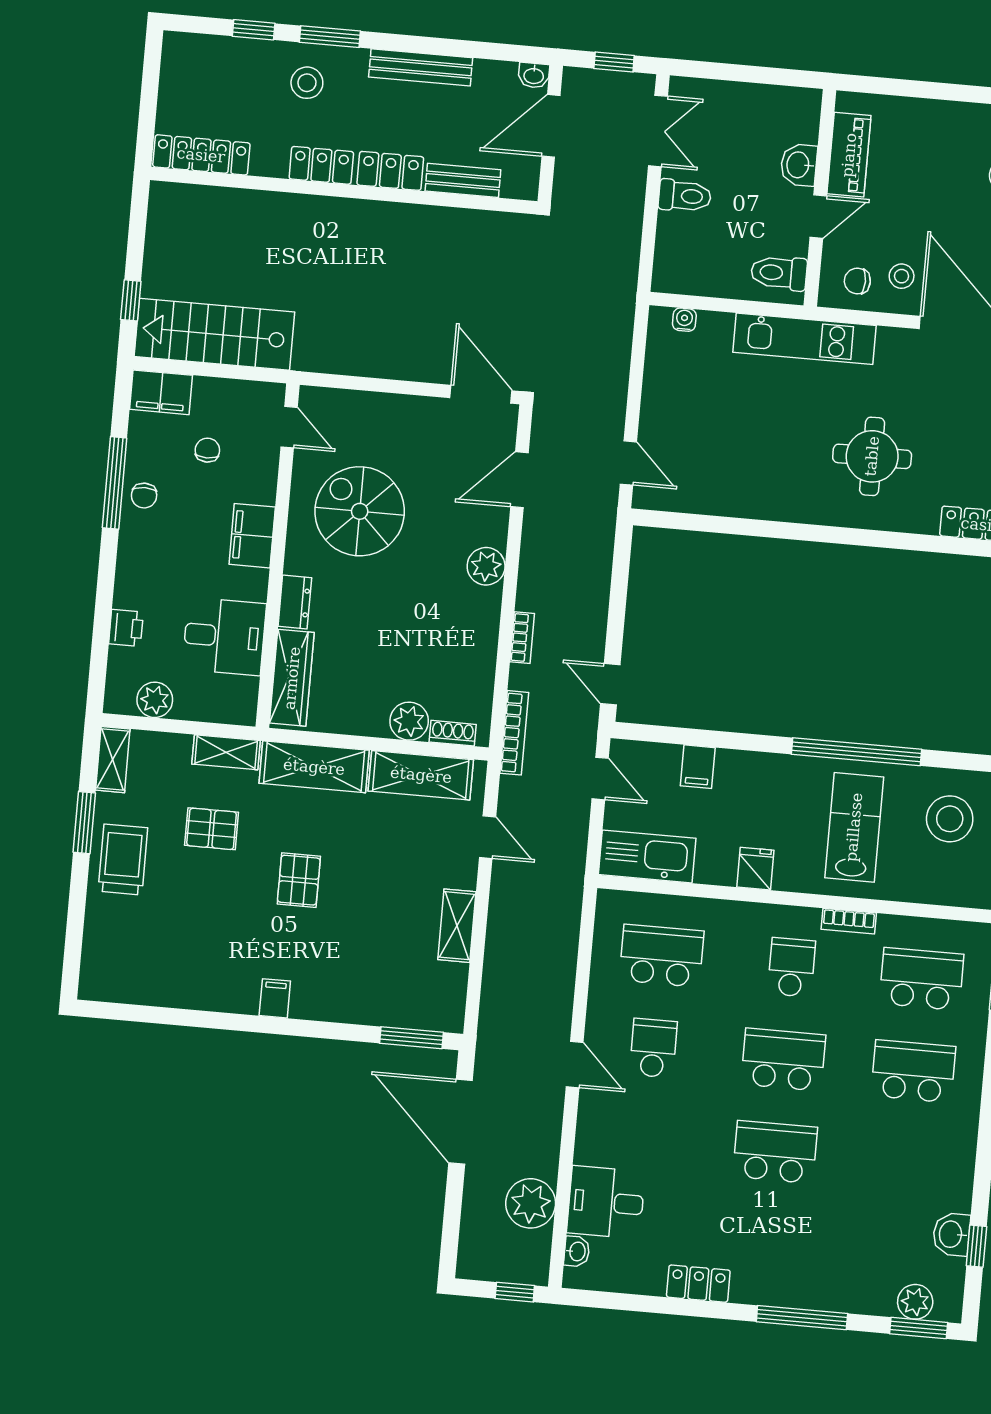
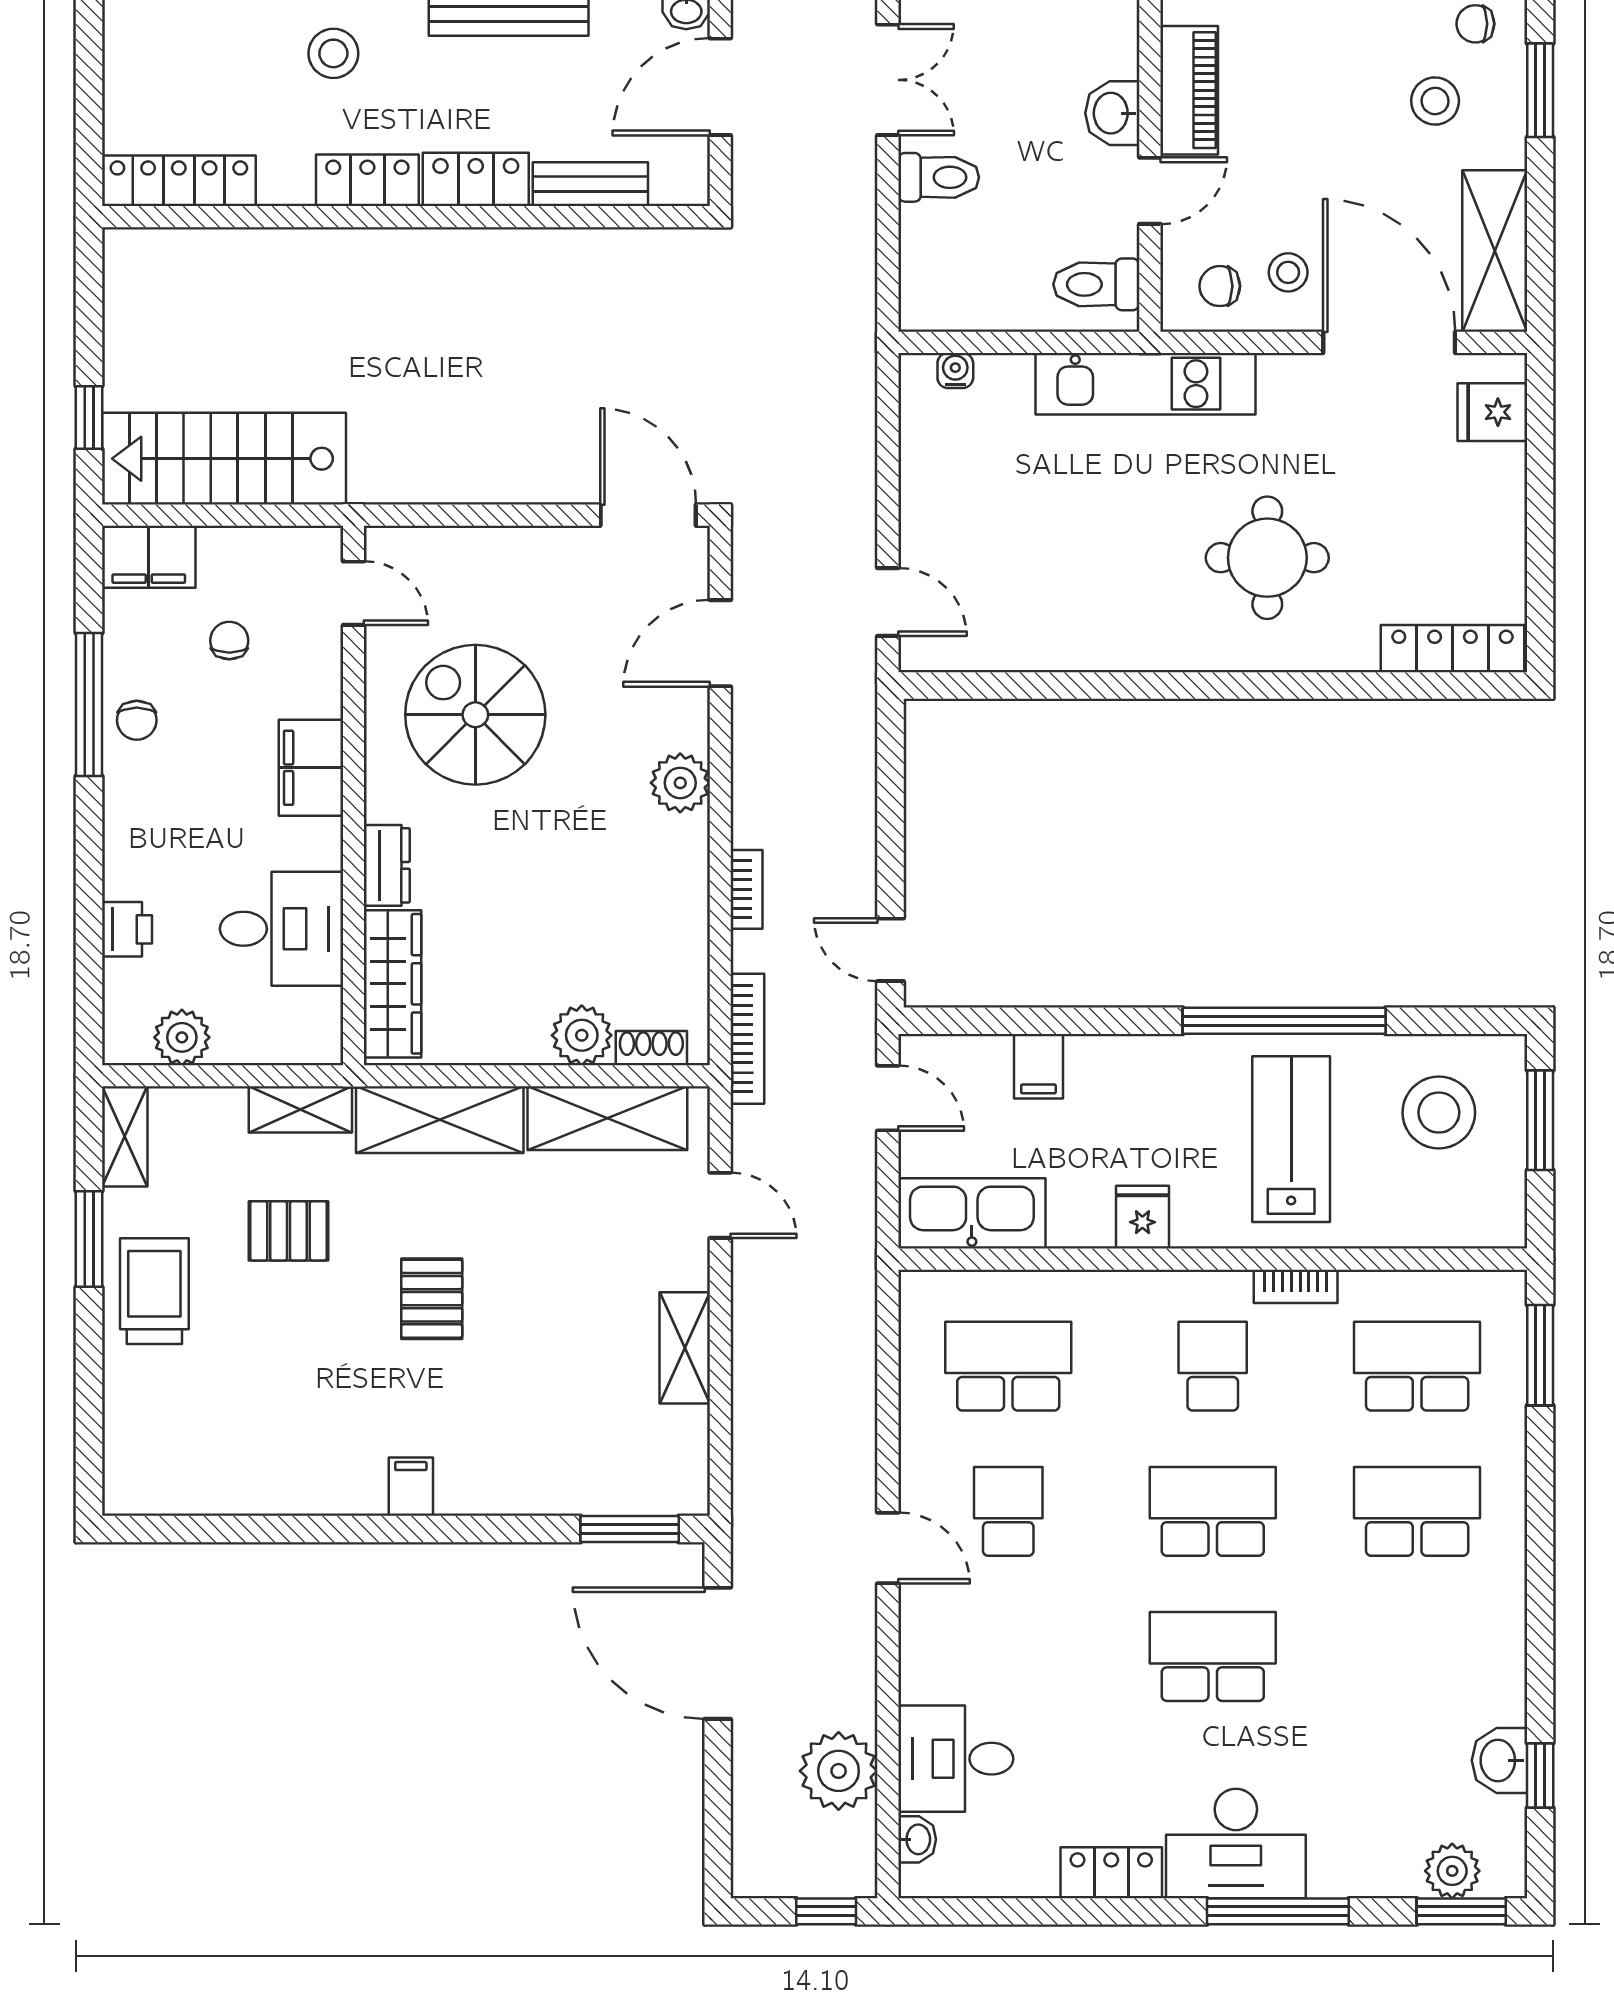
desk: (779, 1272) -> (1236, 1843), added

